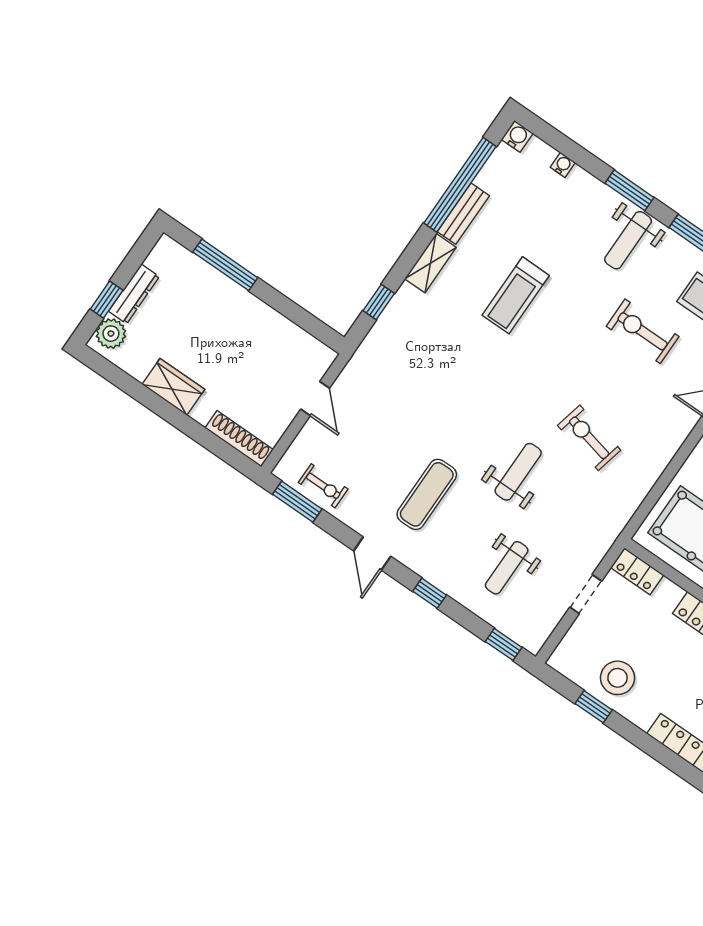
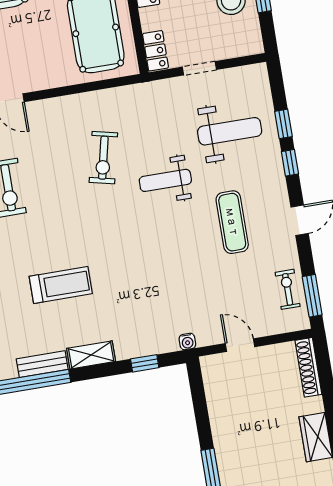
water cooler: (362, 357) -> (187, 342), added
door: (315, 399) -> (240, 345), hinge flipped
exercise mat: (427, 494) -> (232, 222), turned 90
weight bench: (507, 568) -> (230, 131), width x1.36, depth x1.33
window: (504, 644) -> (283, 124), moved

